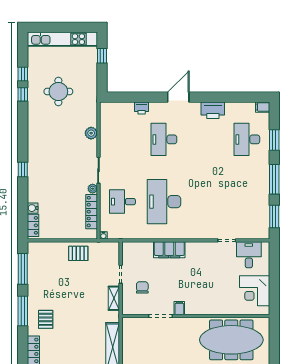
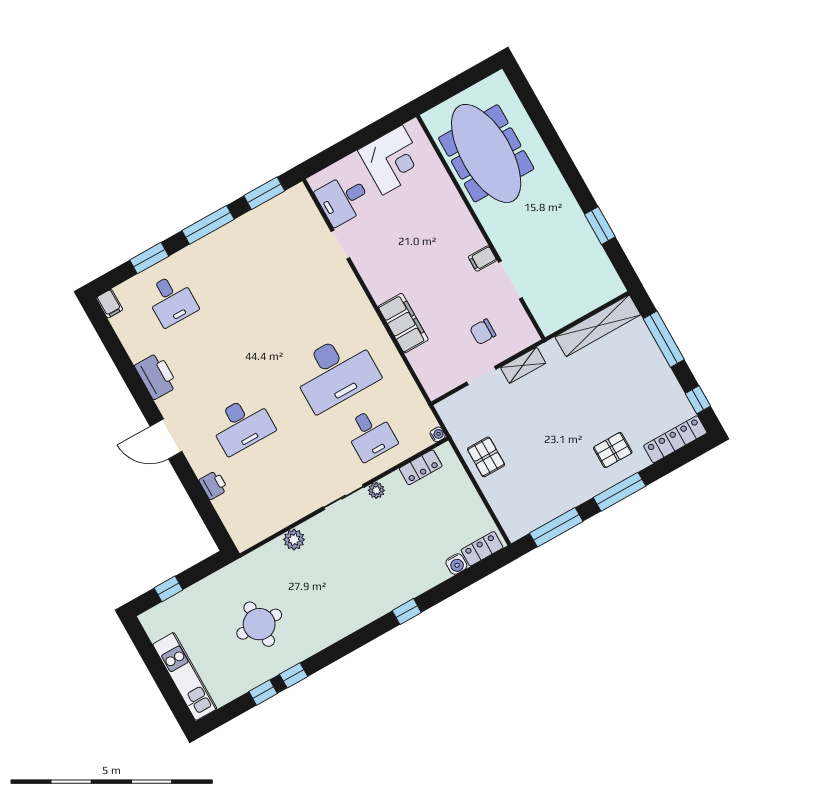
kitchen unit: (62, 39) -> (185, 676), width x0.73
desk: (247, 139) -> (171, 300), width x0.73
locker: (92, 212) -> (421, 467), width x0.66

